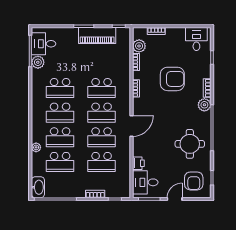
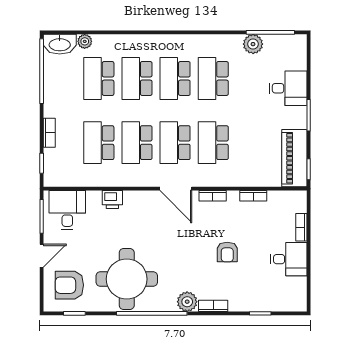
piano: (97, 36) -> (294, 158), moved
desk: (196, 39) -> (289, 259), moved
desk: (44, 44) -> (288, 88), moved, turned 90
plant: (139, 46) -> (278, 201), removed
armchair: (172, 79) -> (227, 252), width x0.53, depth x0.53
door: (131, 126) -> (176, 189), moved
round table: (190, 144) -> (127, 279), width x1.36, depth x1.36
plant: (36, 147) -> (85, 41), moved
printer: (138, 163) -> (112, 200), moved
door: (175, 199) -> (42, 256), hinge flipped

